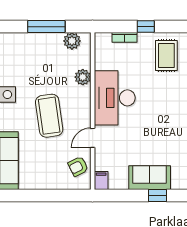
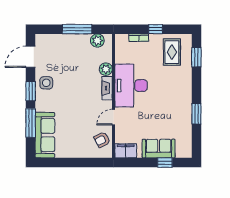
fireplace: (84, 101) -> (107, 88), added
coffee table: (49, 116) -> (79, 100), removed
filing cabinet: (101, 181) -> (126, 151), width x2.00

